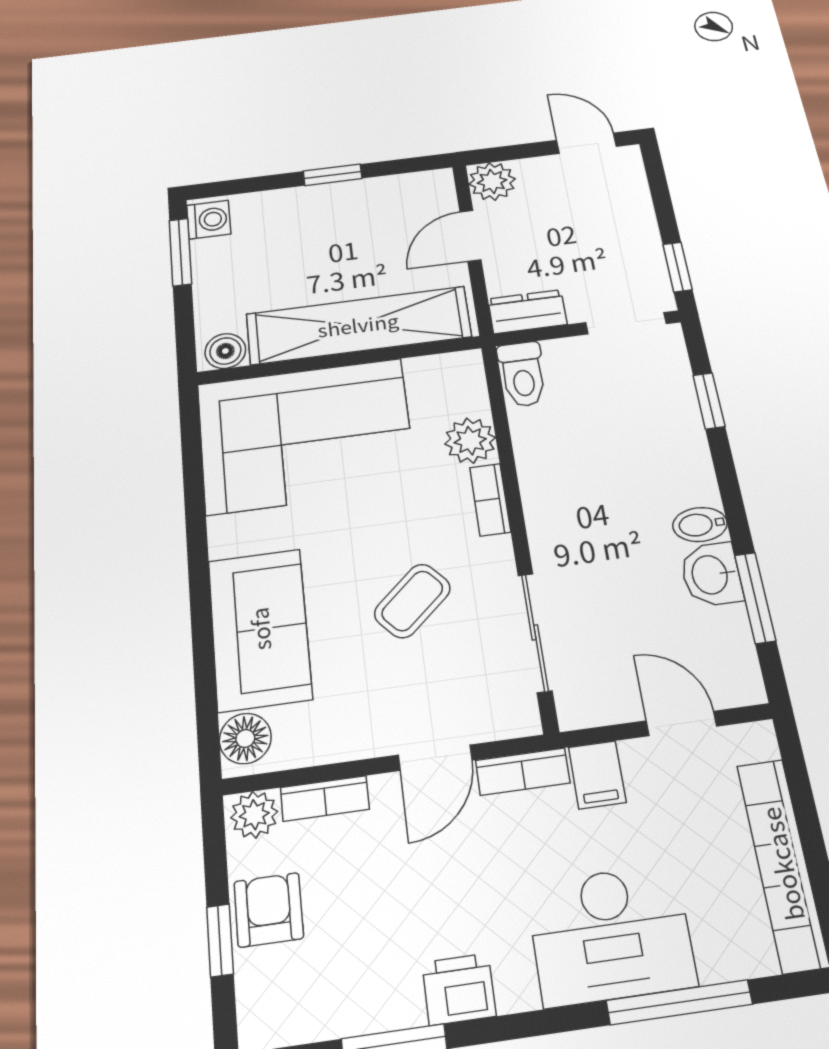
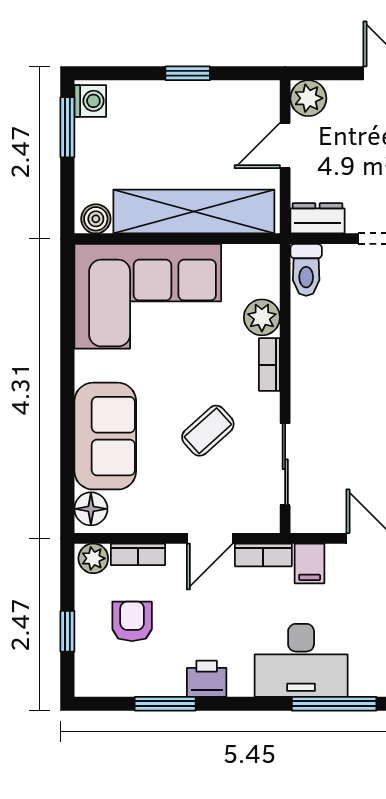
armchair: (269, 910) -> (132, 621), moved

